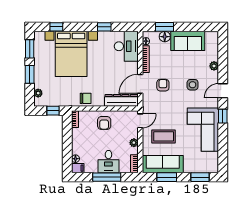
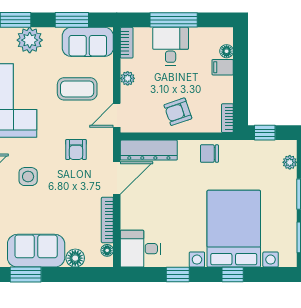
window: (56, 27) -> (233, 275), moved
window: (165, 27) -> (26, 275), moved
desk: (126, 46) -> (141, 249), width x0.73
armchair: (163, 85) -> (76, 149), moved
armchair: (104, 123) -> (178, 112), turned -109
sofa: (163, 164) -> (88, 42), width x0.73
plant: (192, 165) -> (30, 40), added
filing cabinet: (78, 168) -> (223, 67), moved

